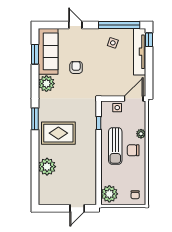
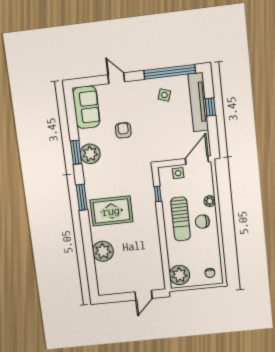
window: (149, 40) -> (210, 107), moved
sofa: (48, 51) -> (86, 107), width x0.73
window: (35, 54) -> (76, 152), moved

